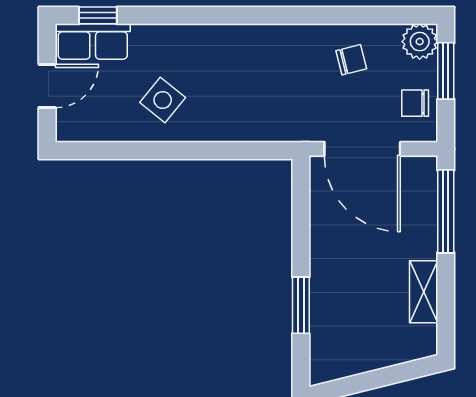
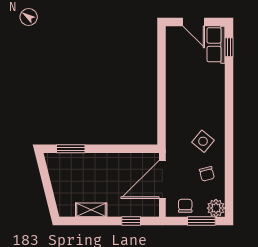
side table: (163, 100) -> (203, 141), moved
window: (446, 211) -> (131, 221), width x0.46
window: (301, 305) -> (71, 149), moved

